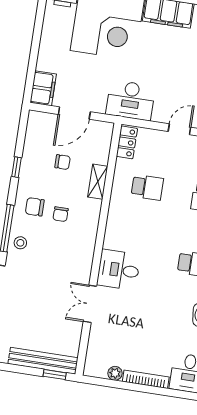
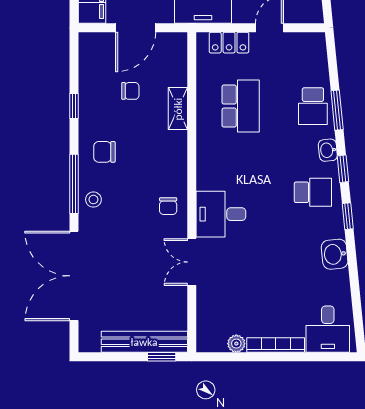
locker: (127, 142) -> (229, 43), moved, turned 90
school desk: (147, 187) -> (241, 106), width x1.85
chair: (61, 214) -> (168, 206), moved

